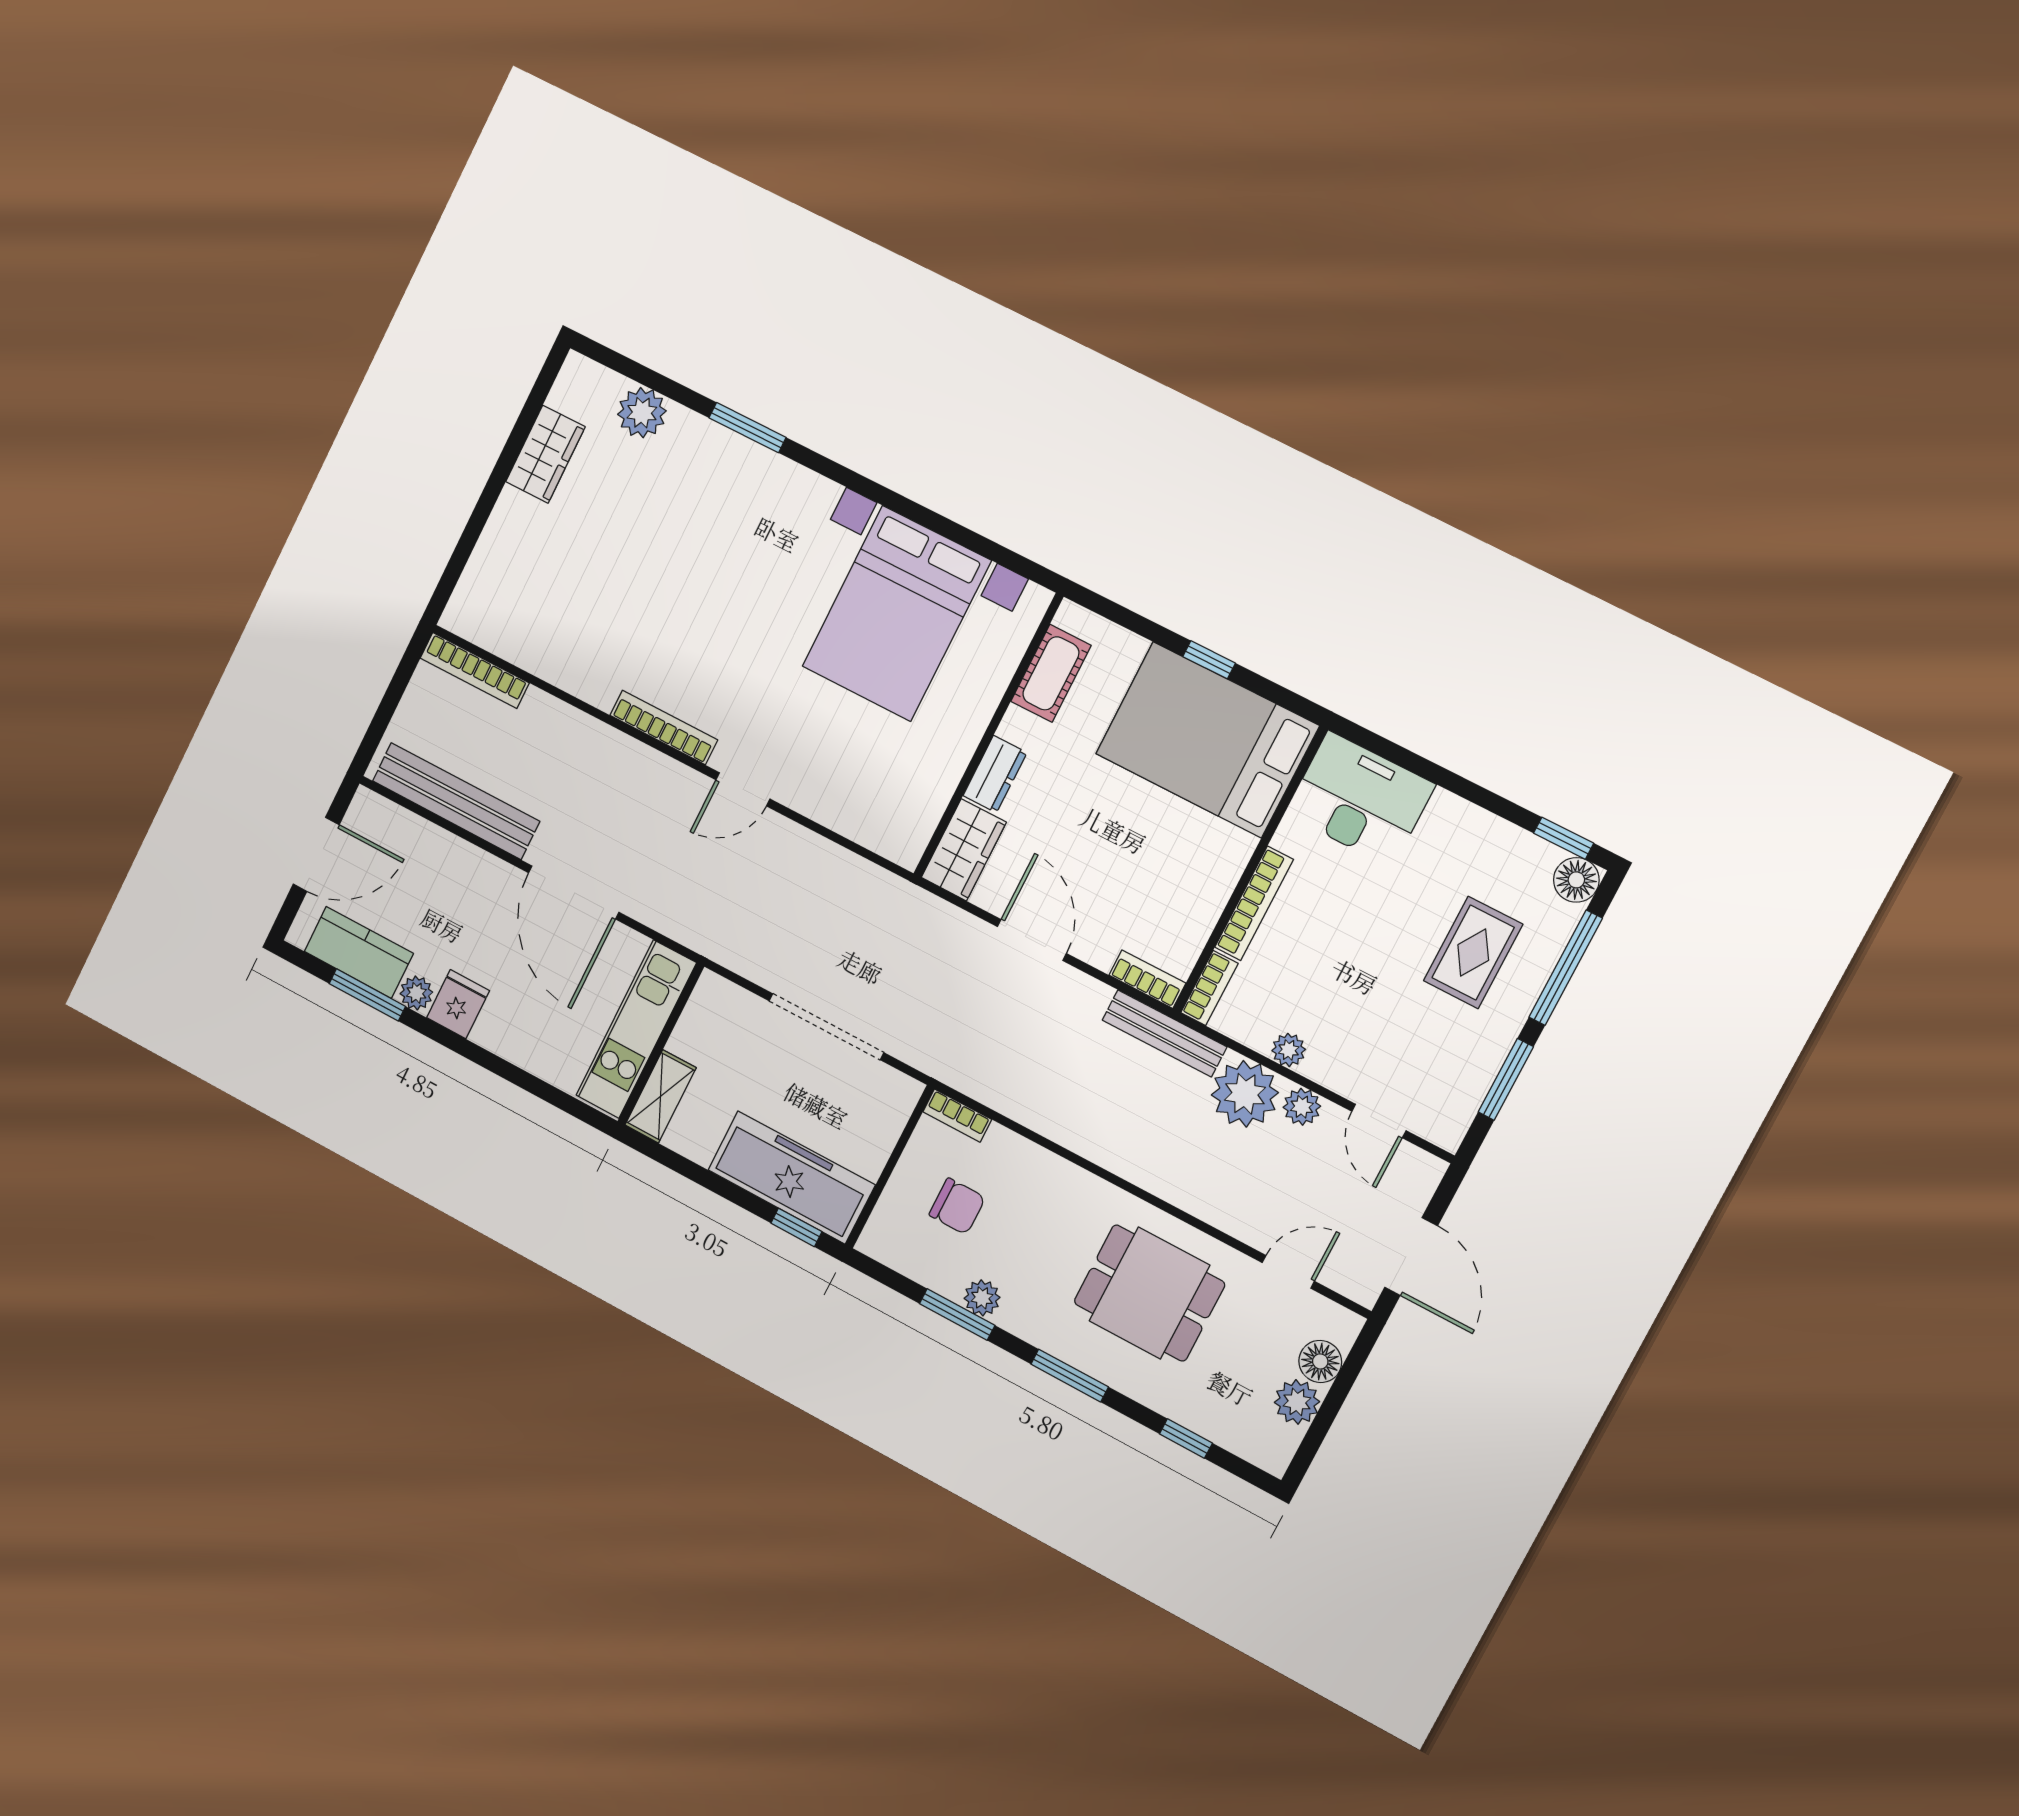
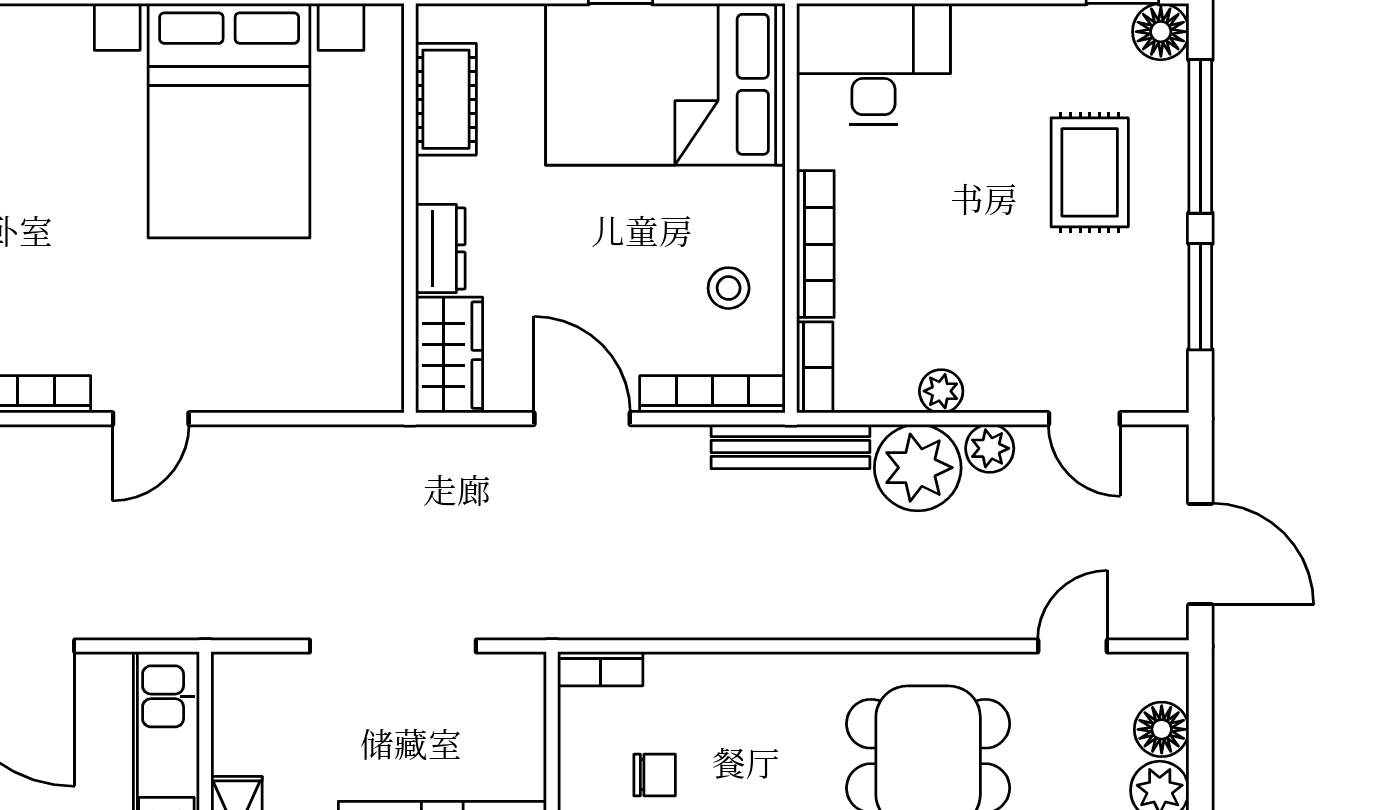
stool: (1178, 903) -> (729, 288), added
bookcase: (1147, 979) -> (712, 394), width x1.56
chair: (957, 1206) -> (655, 775), width x0.73, depth x0.73

